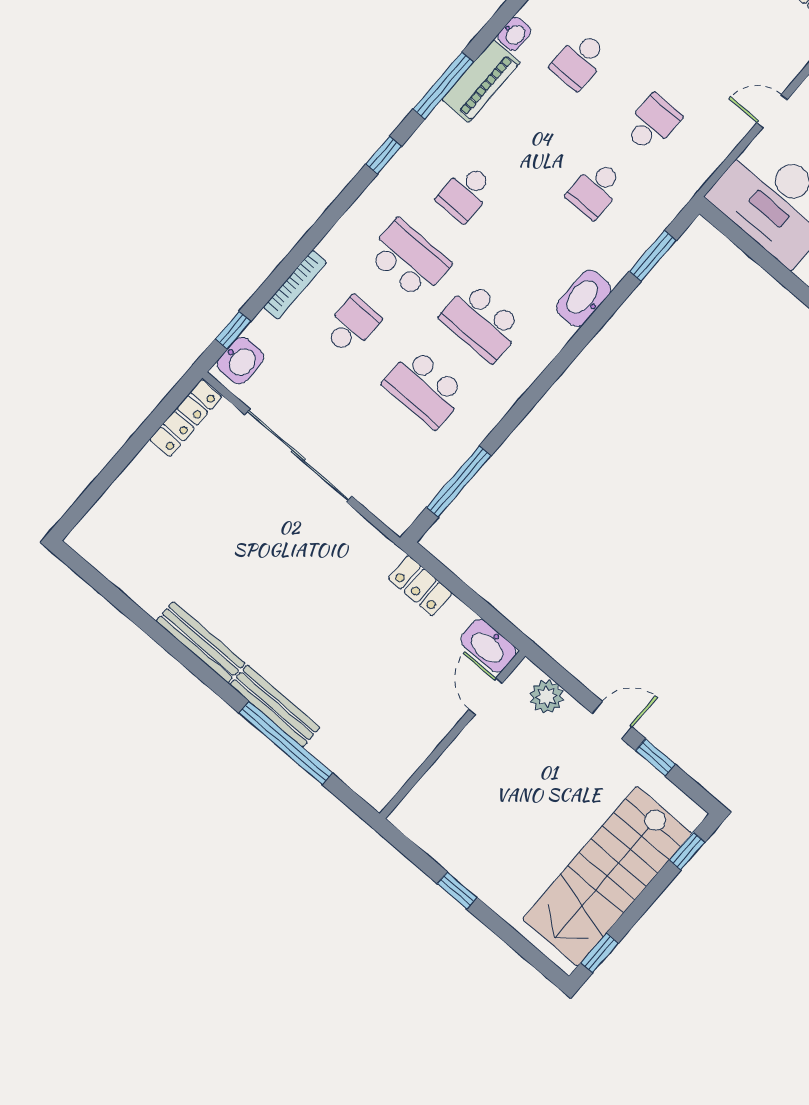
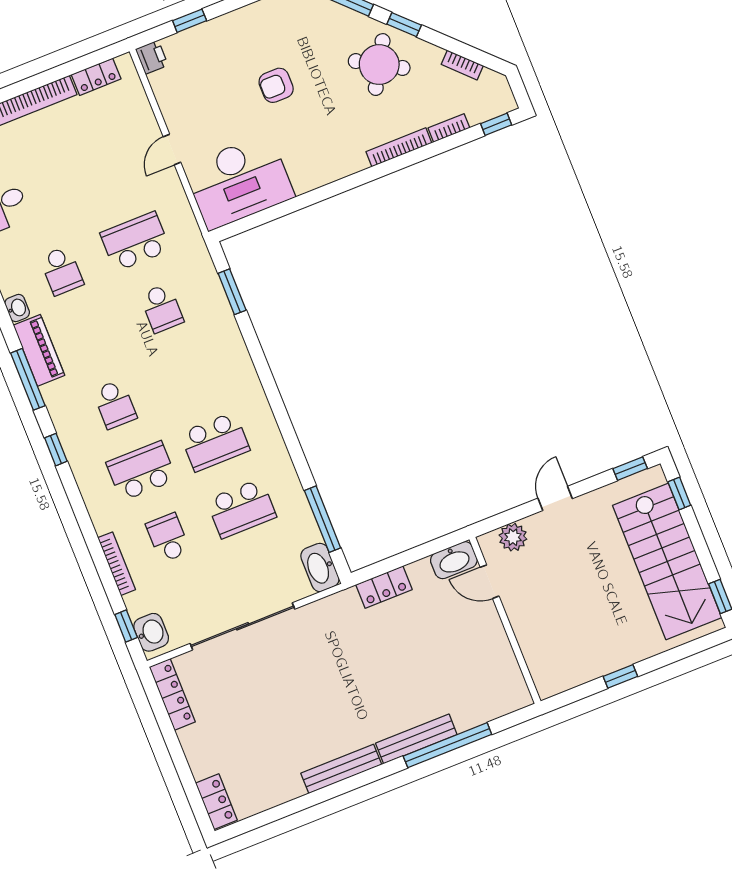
school desk: (652, 123) -> (135, 241), width x1.85
washbasin: (584, 298) -> (320, 567), moved
locker: (95, 526) -> (216, 802), added
window: (655, 757) -> (630, 469), moved

